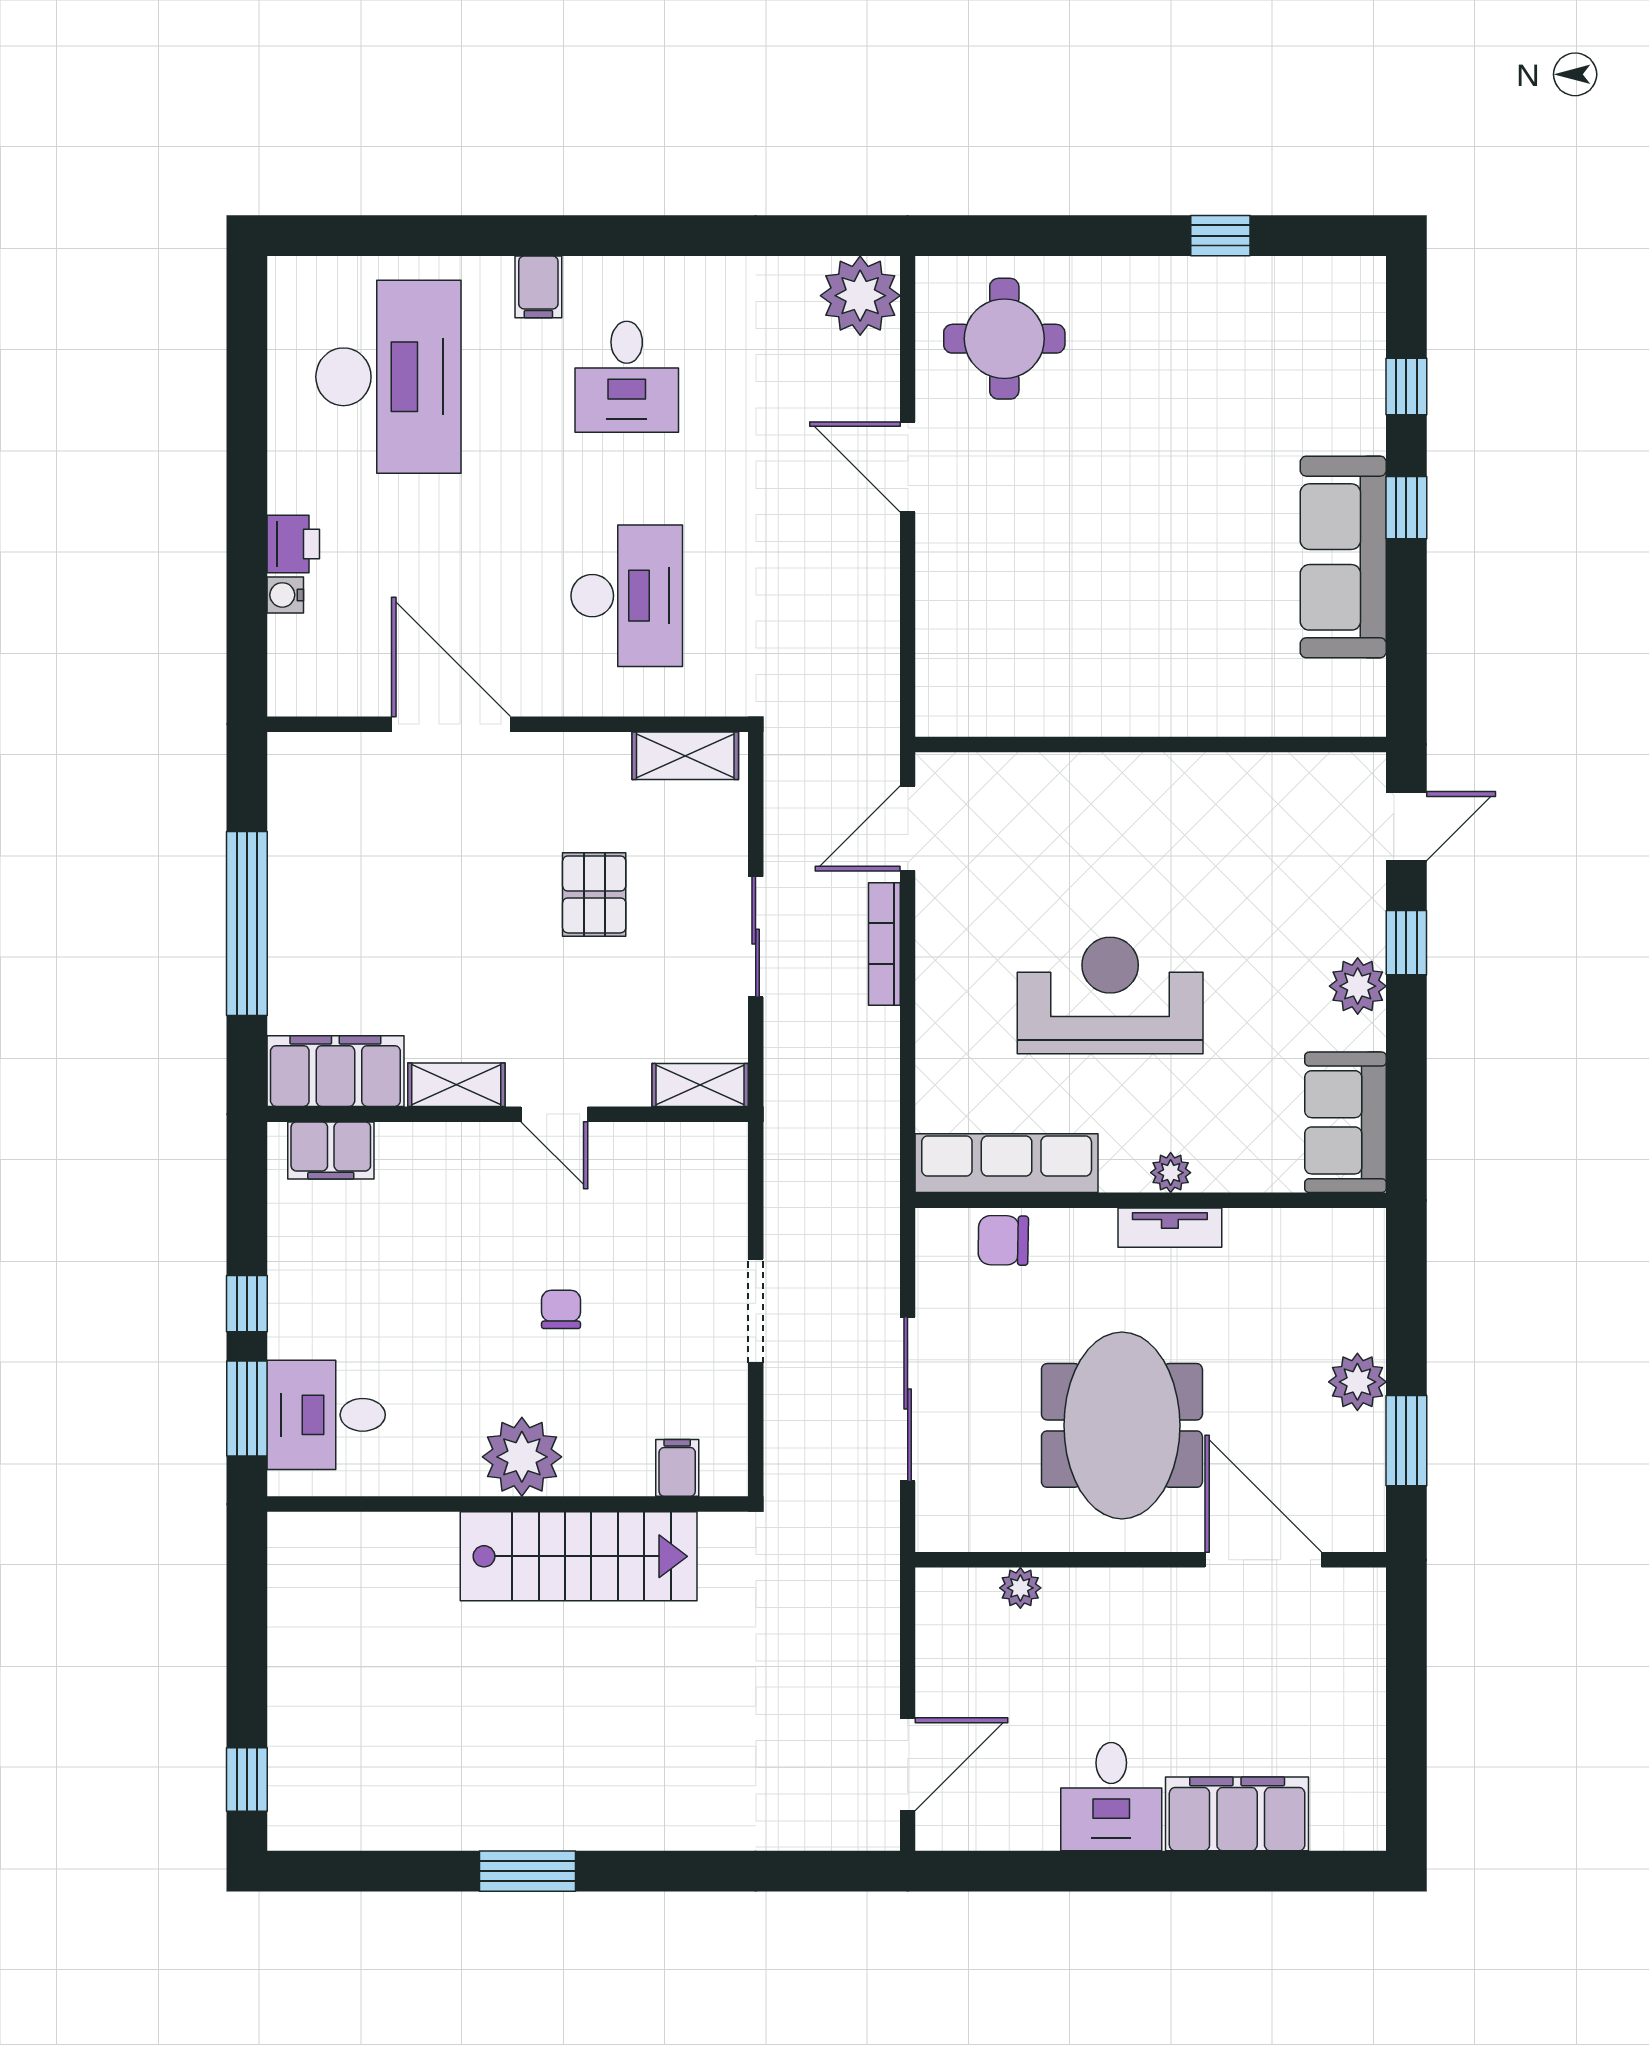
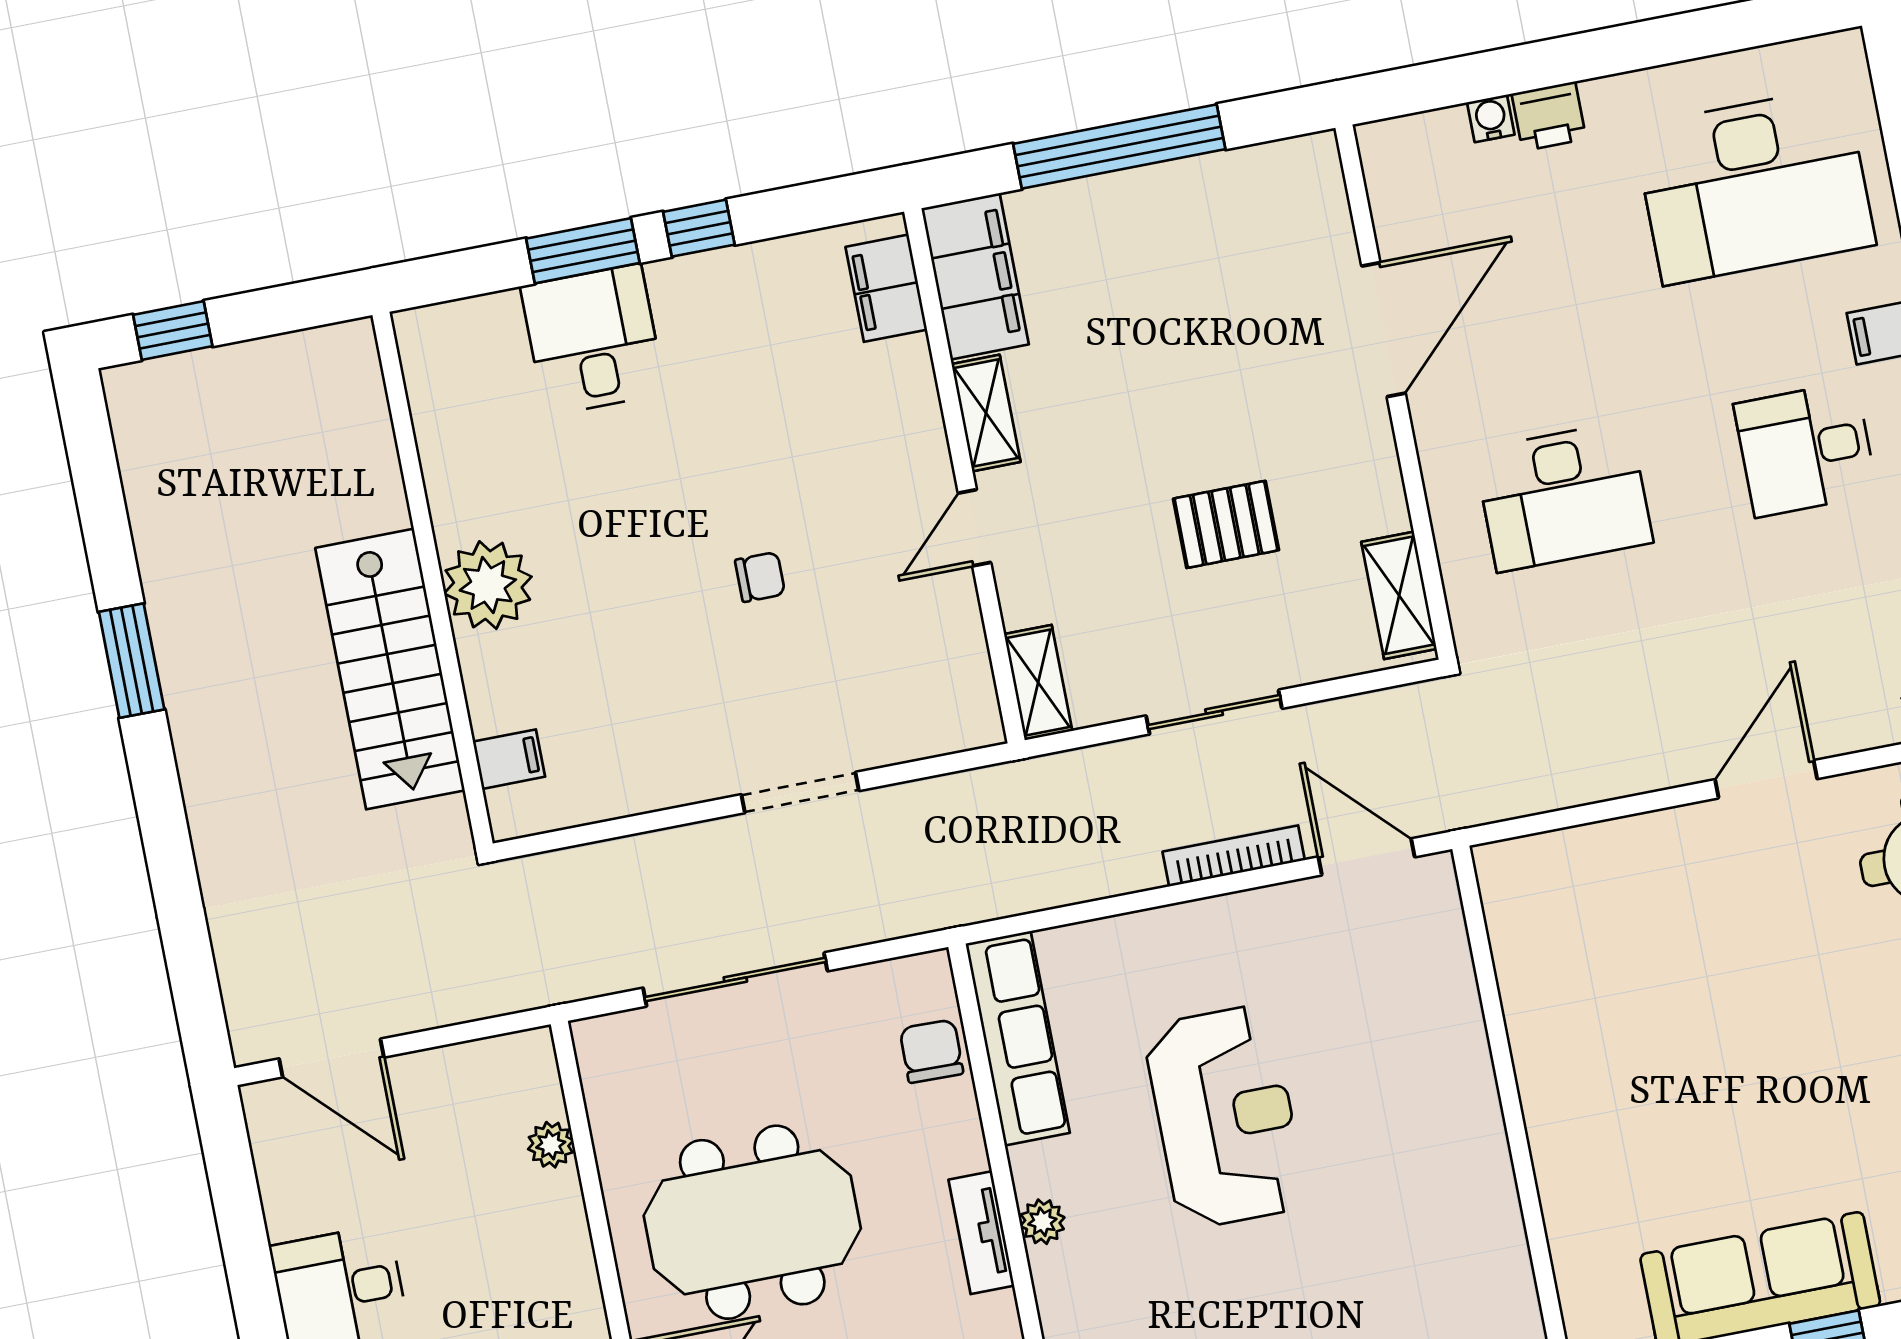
plant: (522, 1457) -> (488, 585), moved
filing cabinet: (677, 1468) -> (509, 759), moved
wall: (508, 1504) -> (432, 579), moved
stairs: (579, 1556) -> (390, 669), moved

